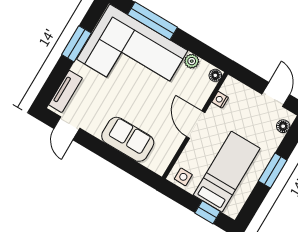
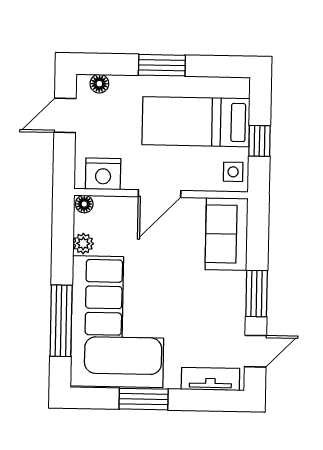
nightstand: (220, 100) -> (103, 174), width x1.89, depth x1.79
sofa: (128, 139) -> (227, 234), moved
window: (101, 149) -> (257, 294), added
window: (208, 212) -> (259, 141), moved

